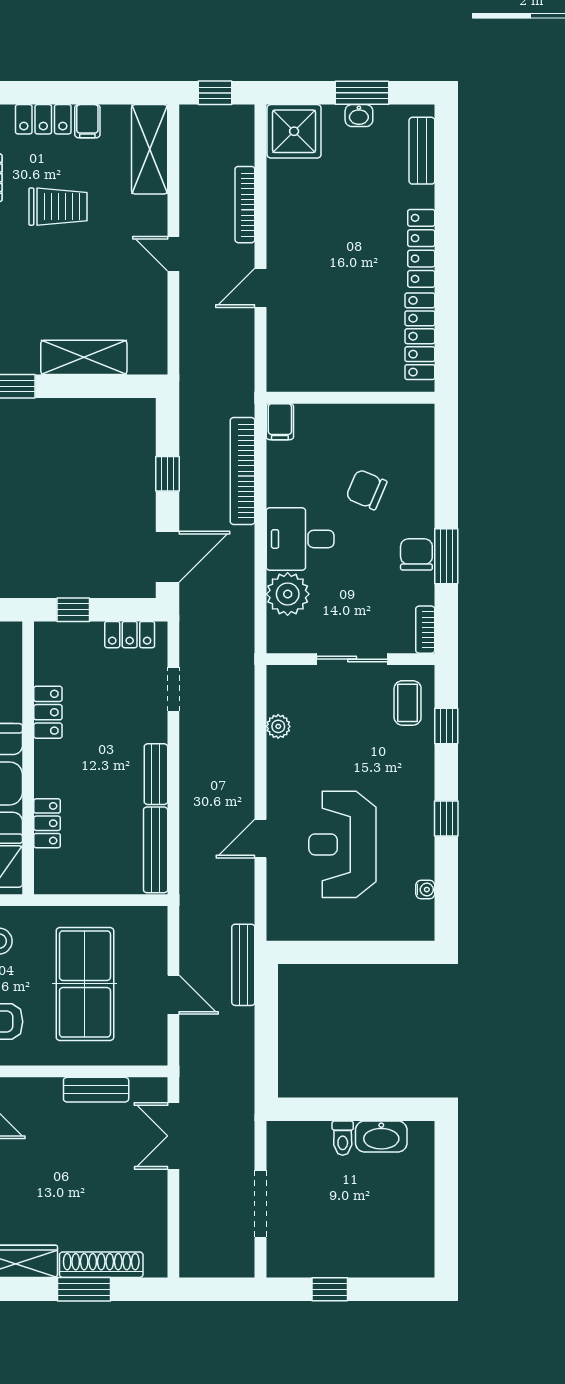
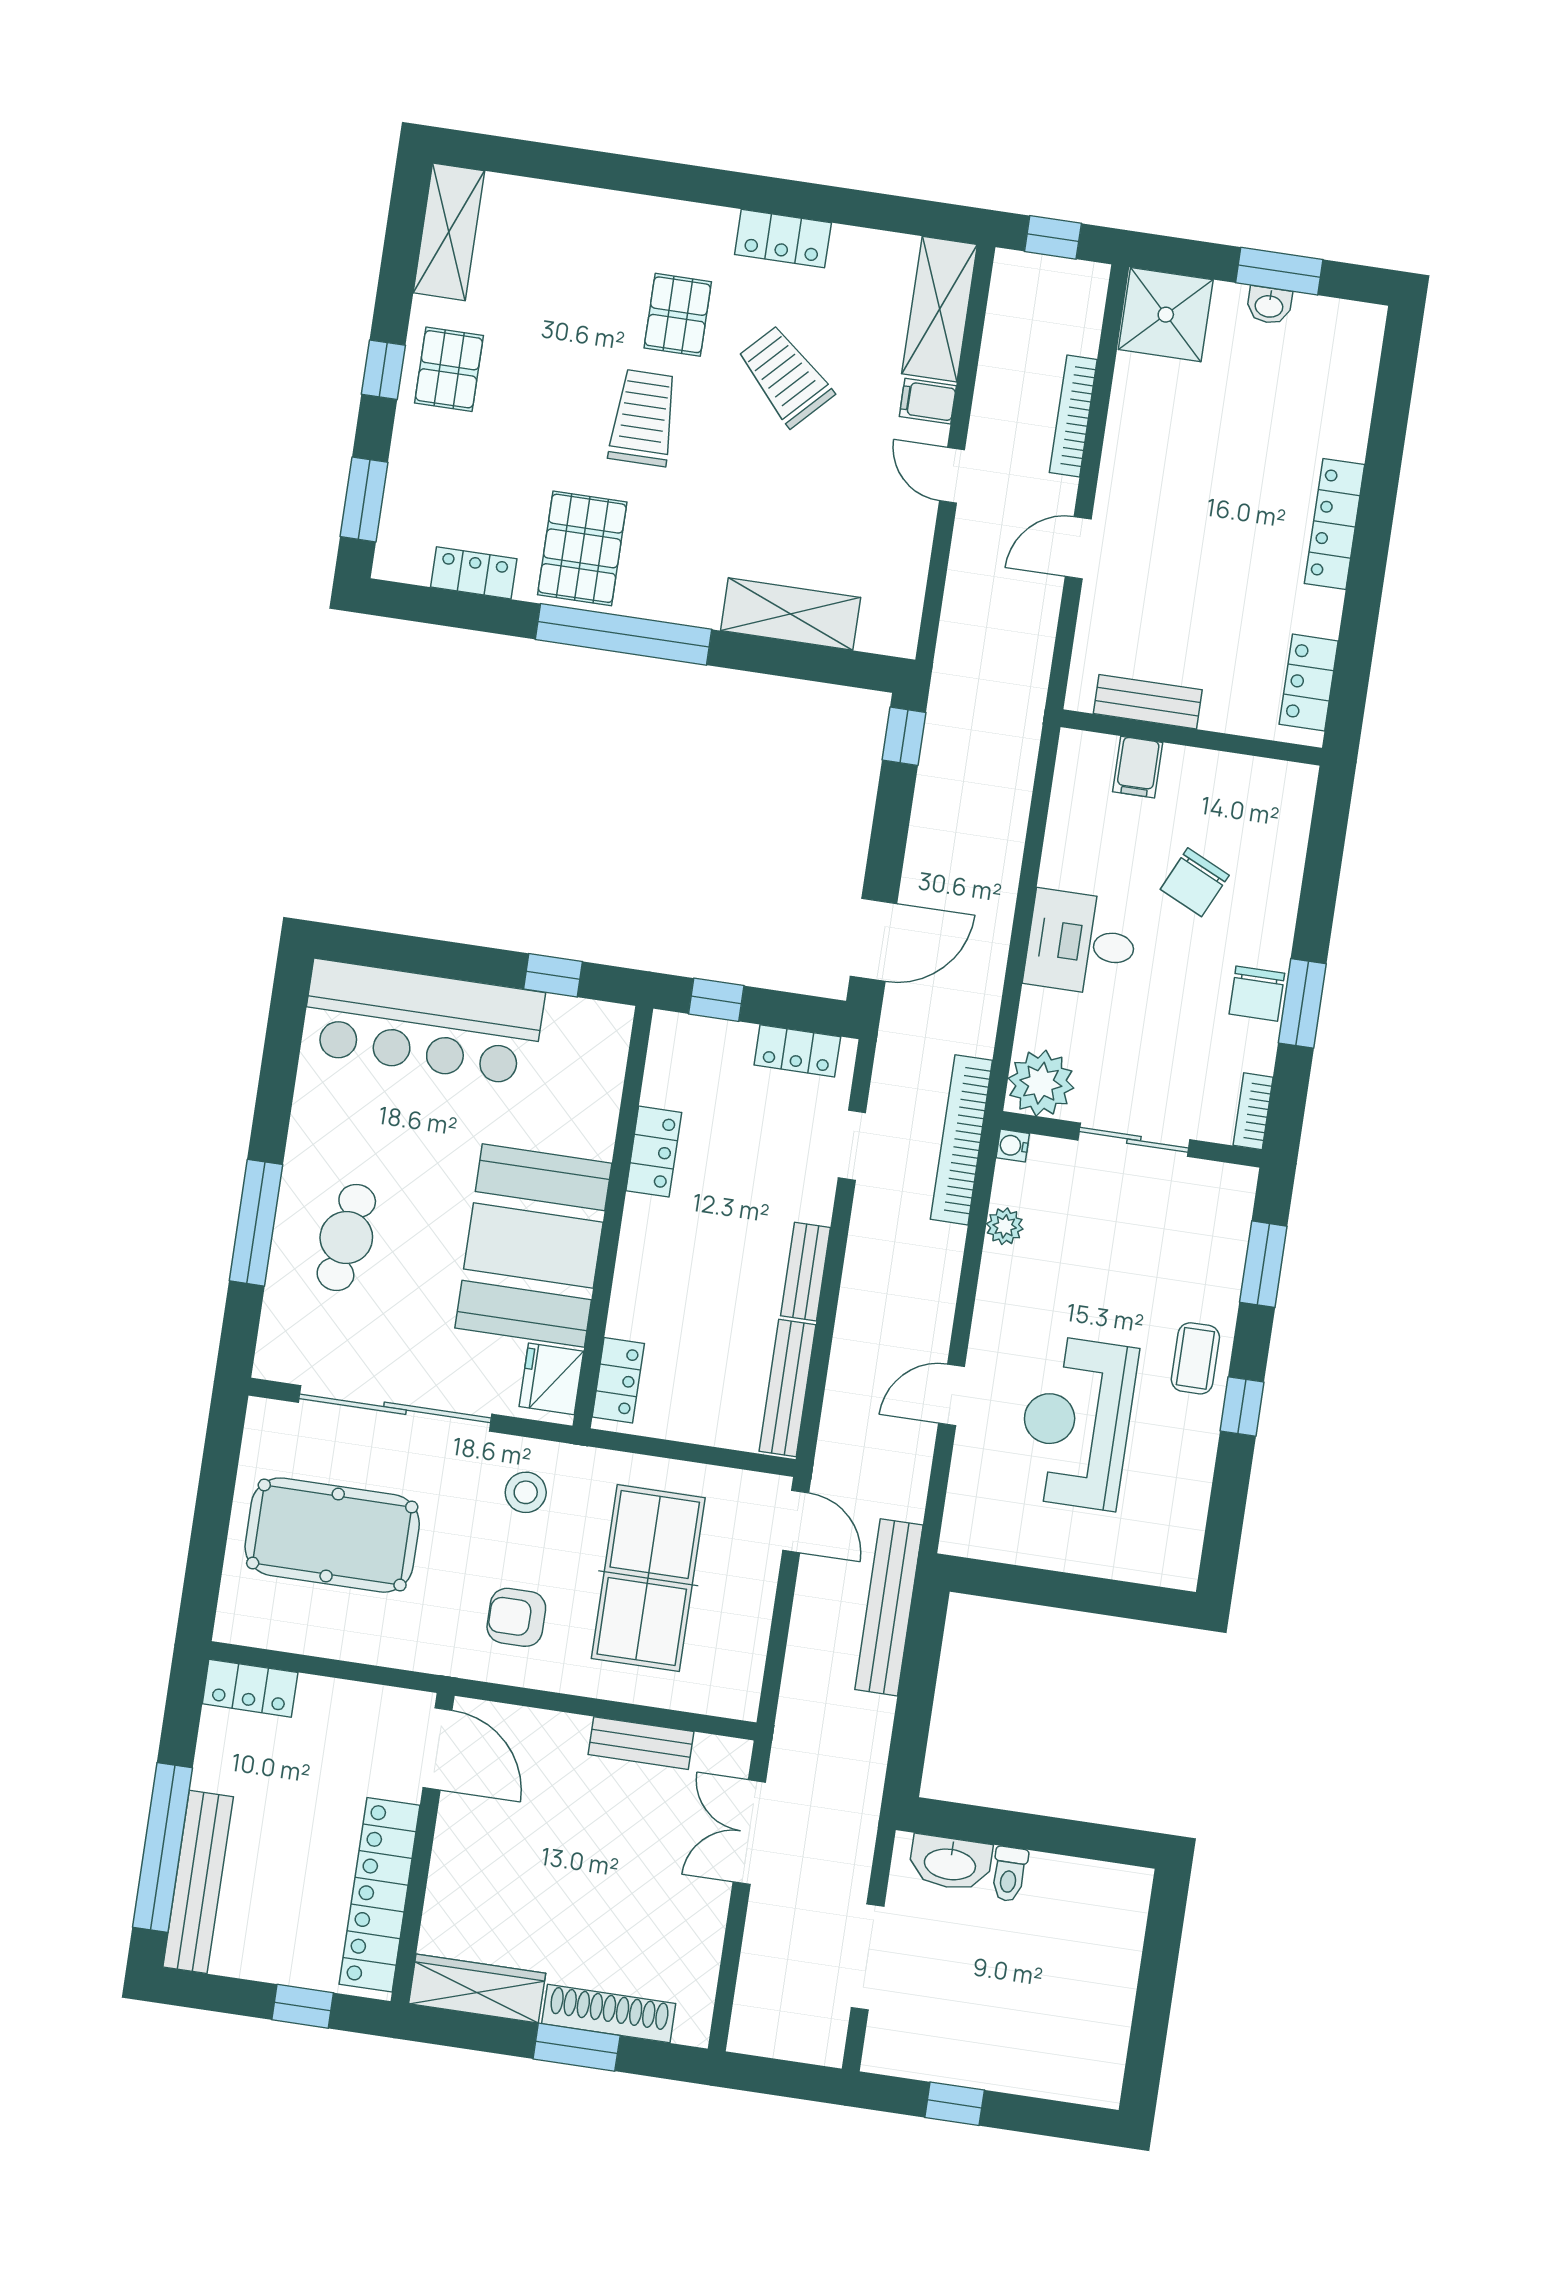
filing cabinet: (87, 121) -> (928, 401), moved, turned 90
bench: (422, 151) -> (1148, 702), moved, turned 90
trolley: (58, 207) -> (785, 376), turned -136
locker: (420, 336) -> (1309, 683), width x0.66
filing cabinet: (280, 422) -> (1138, 767), moved
bookcase: (243, 471) -> (961, 1140), moved
window: (168, 474) -> (904, 736), moved
chair: (366, 490) -> (1195, 882), turned -88
chair: (416, 554) -> (1257, 994), turned 180
plant: (288, 594) -> (1041, 1083), moved
coffee table: (408, 703) -> (1195, 1358), moved
window: (446, 726) -> (1263, 1264), width x1.50
locker: (47, 823) -> (618, 1380), moved
water cooler: (425, 890) -> (1013, 1146), moved, turned 180
bench: (243, 965) -> (889, 1607), width x1.37, depth x1.21
door: (173, 995) -> (796, 1521), moved
washbasin: (381, 1136) -> (950, 1863), moved

